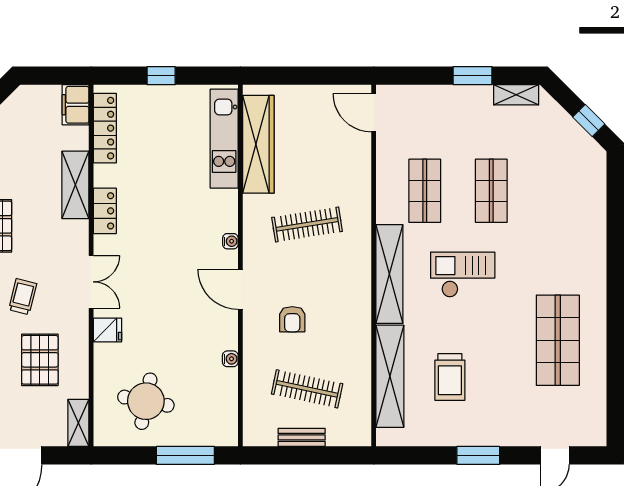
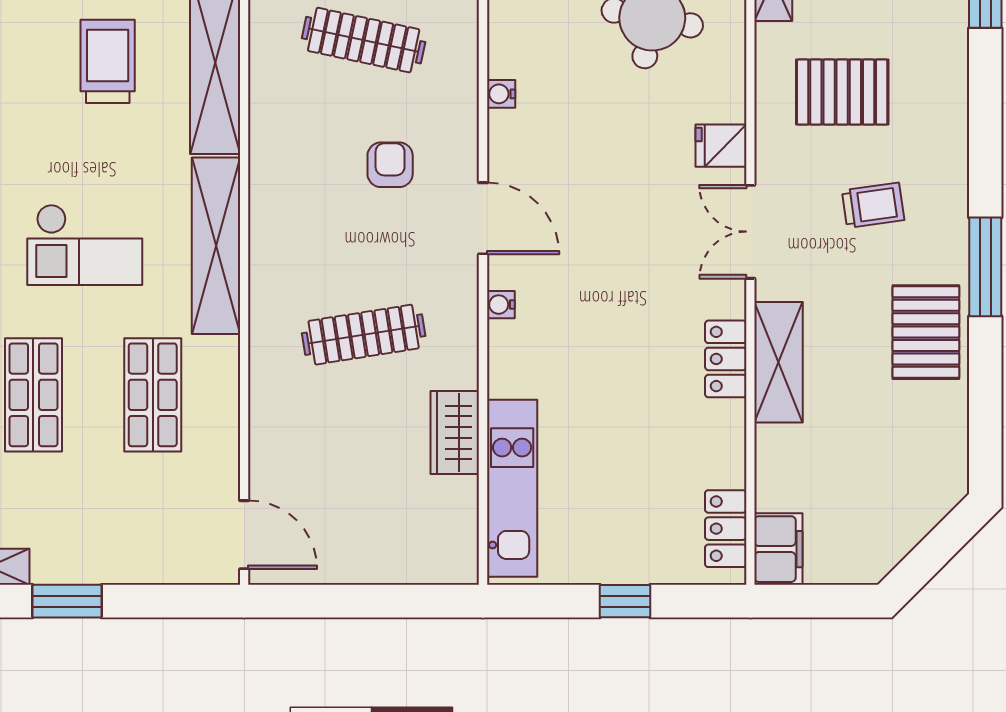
locker: (105, 128) -> (726, 529), width x0.66
wardrobe: (258, 144) -> (455, 432), width x0.48, depth x0.85
shelving: (75, 185) -> (779, 362), moved
trolley: (23, 297) -> (873, 205), turned -112
pallet: (40, 360) -> (842, 92), turned 90

